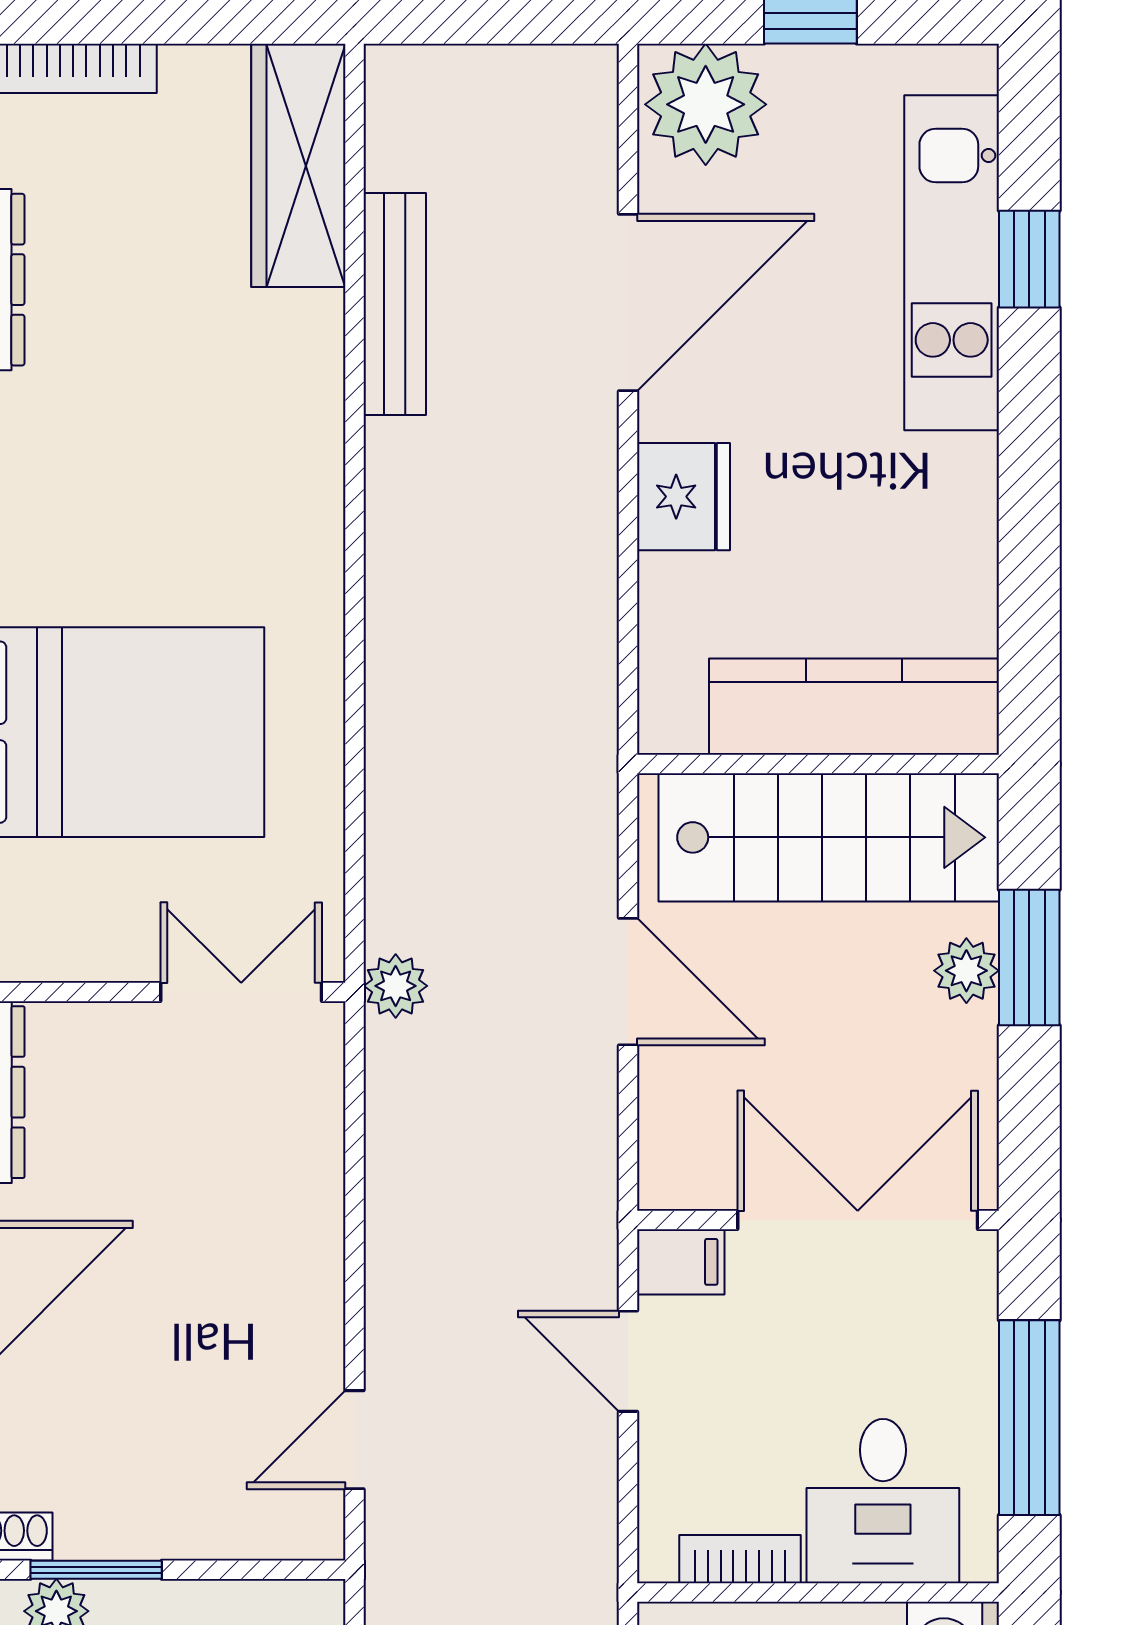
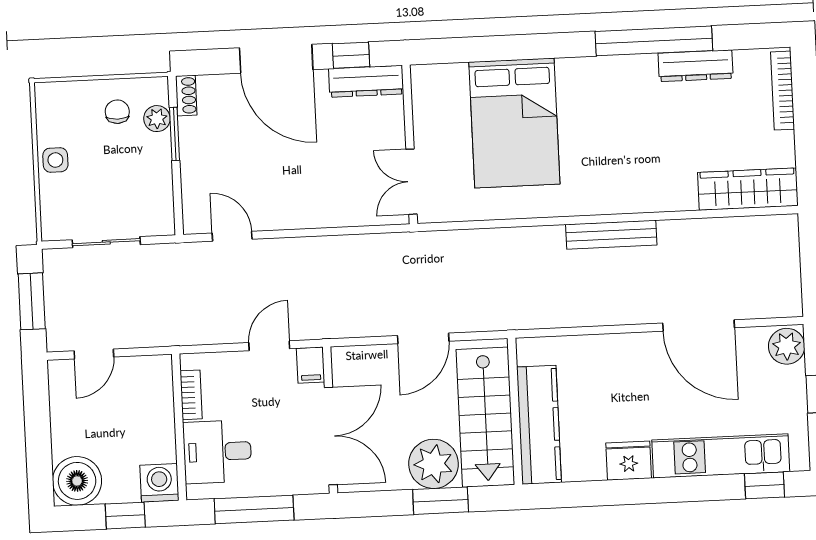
plant: (706, 104) -> (787, 346), width x0.73, depth x0.73
window: (1029, 259) -> (765, 485), moved
bench: (395, 304) -> (611, 235), moved
fridge: (683, 497) -> (629, 461), moved, turned 180
plant: (966, 971) -> (434, 464), width x1.87, depth x1.87
plant: (396, 986) -> (417, 244), removed
double door: (241, 992) -> (412, 182), swing flipped

